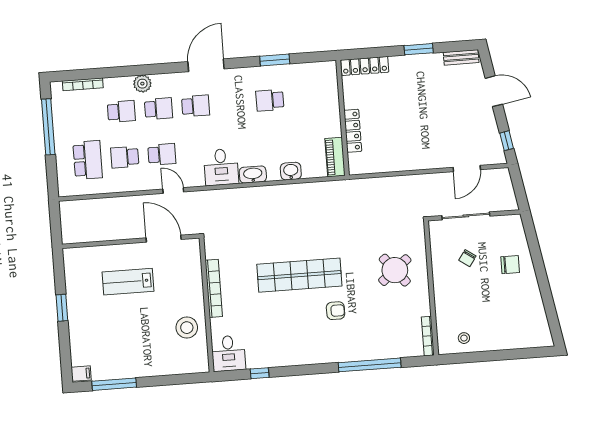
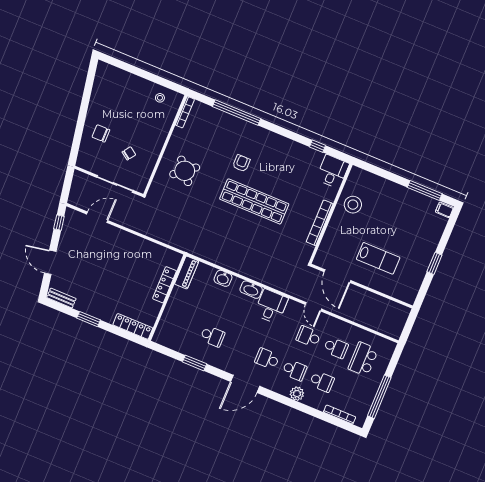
school desk: (158, 109) -> (295, 370), turned 180
school desk: (121, 111) -> (322, 381), turned 180
armchair: (336, 311) -> (241, 163), turned 90

